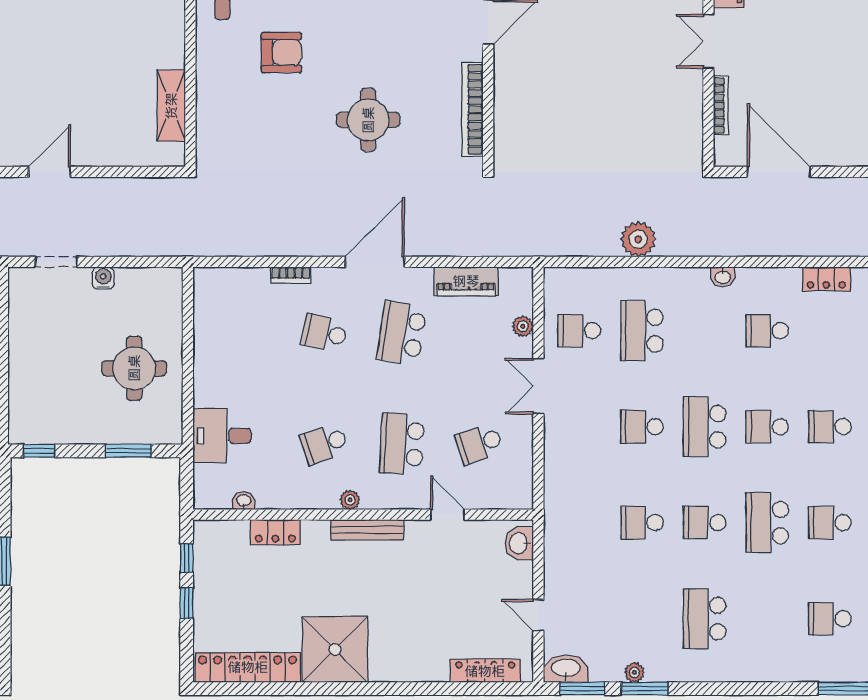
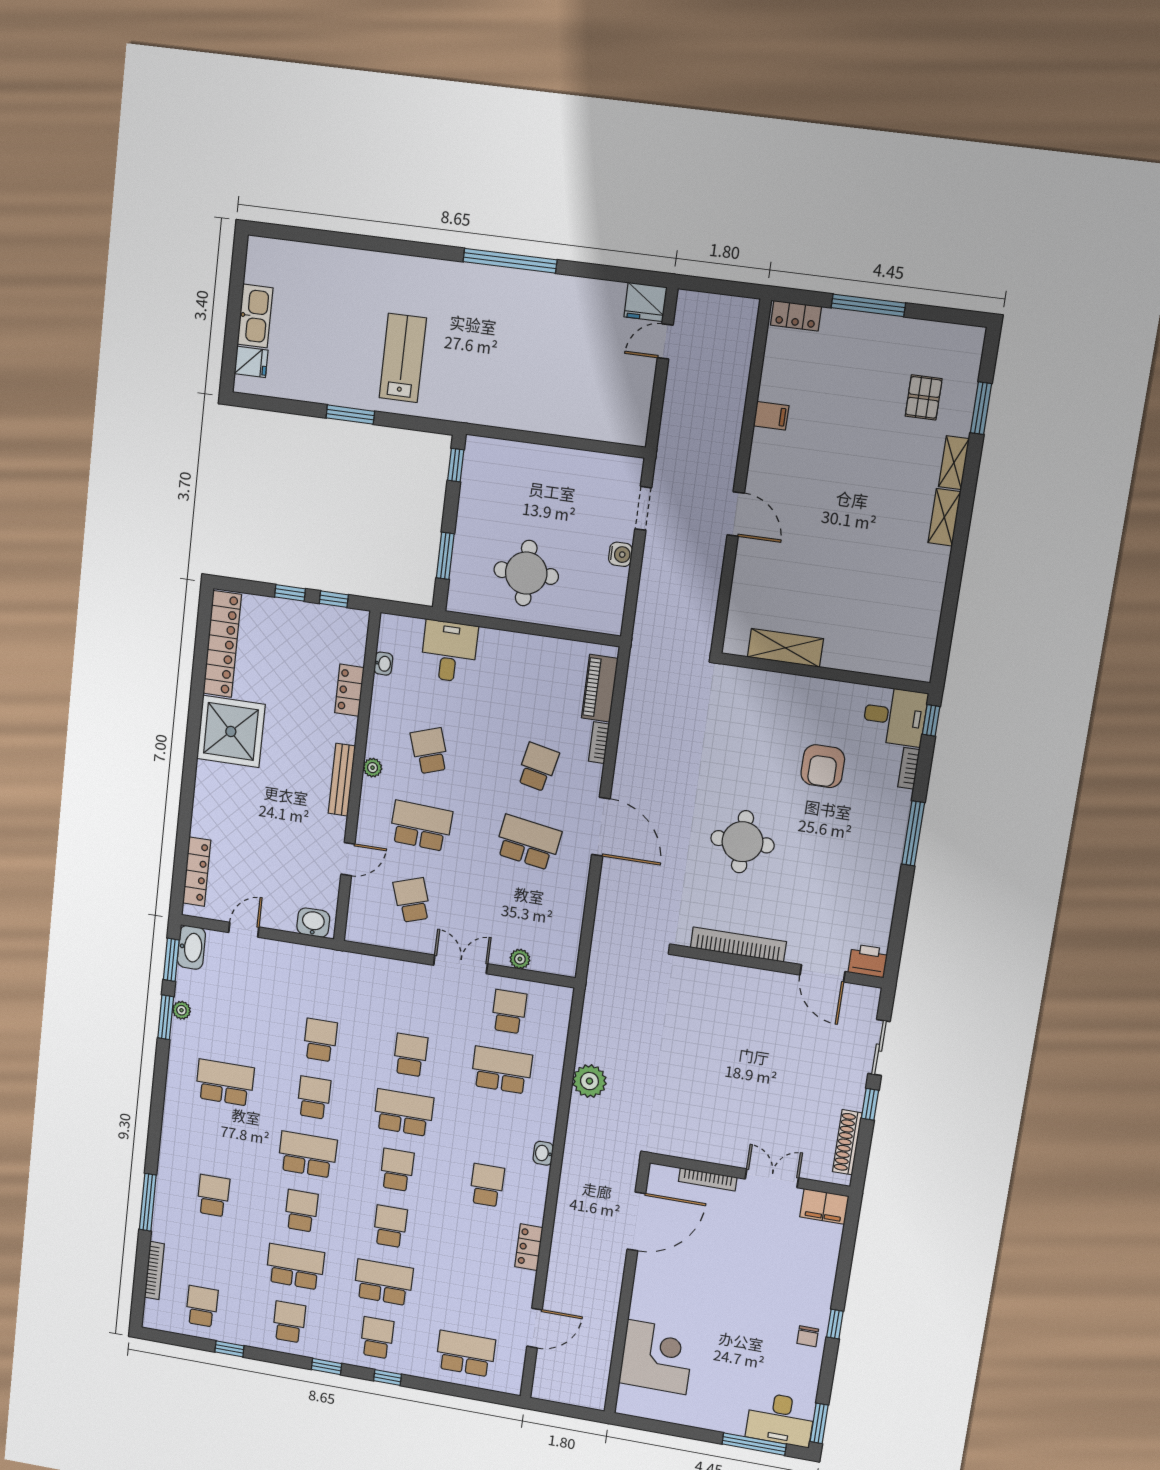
piano: (466, 281) -> (600, 688), moved

